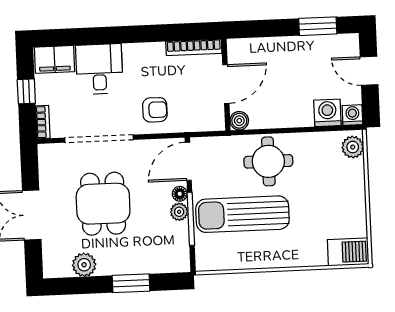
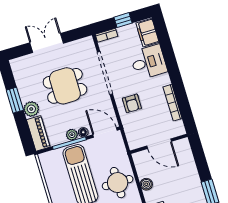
bookcase: (194, 47) -> (173, 103), moved
boiler: (239, 121) -> (146, 184), moved
piano: (164, 262) -> (38, 133), added
plant: (84, 265) -> (31, 109), moved
window: (131, 283) -> (15, 100), moved

